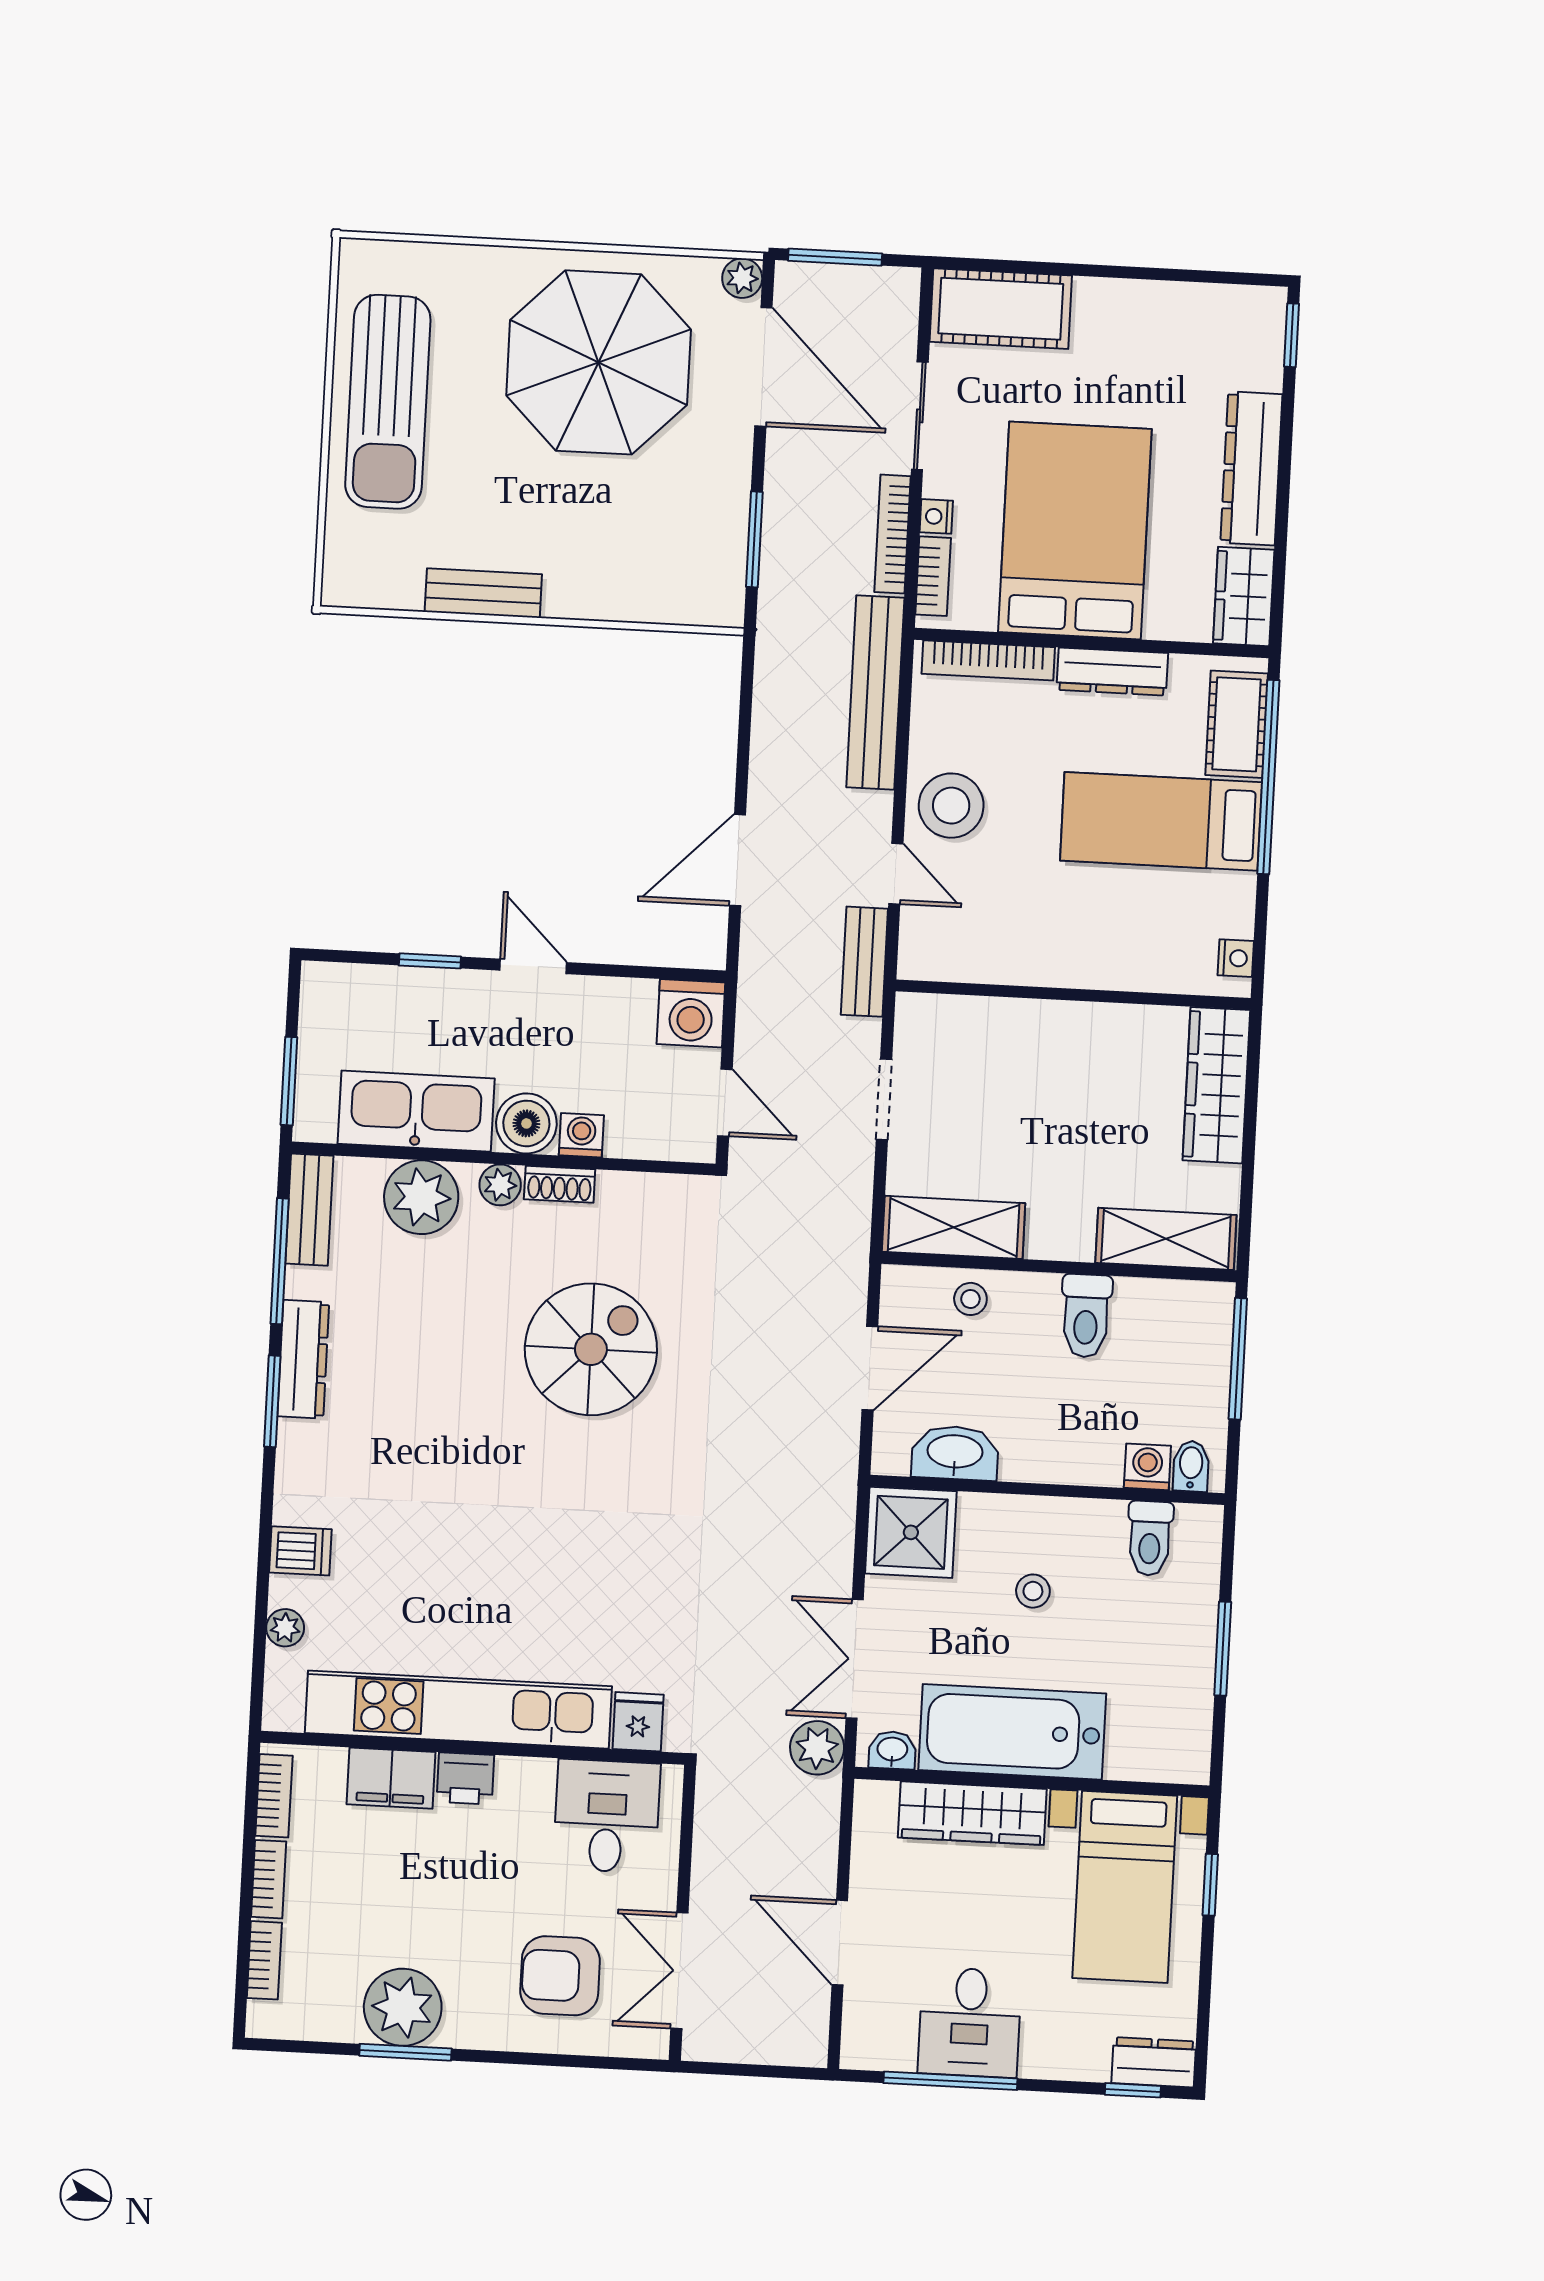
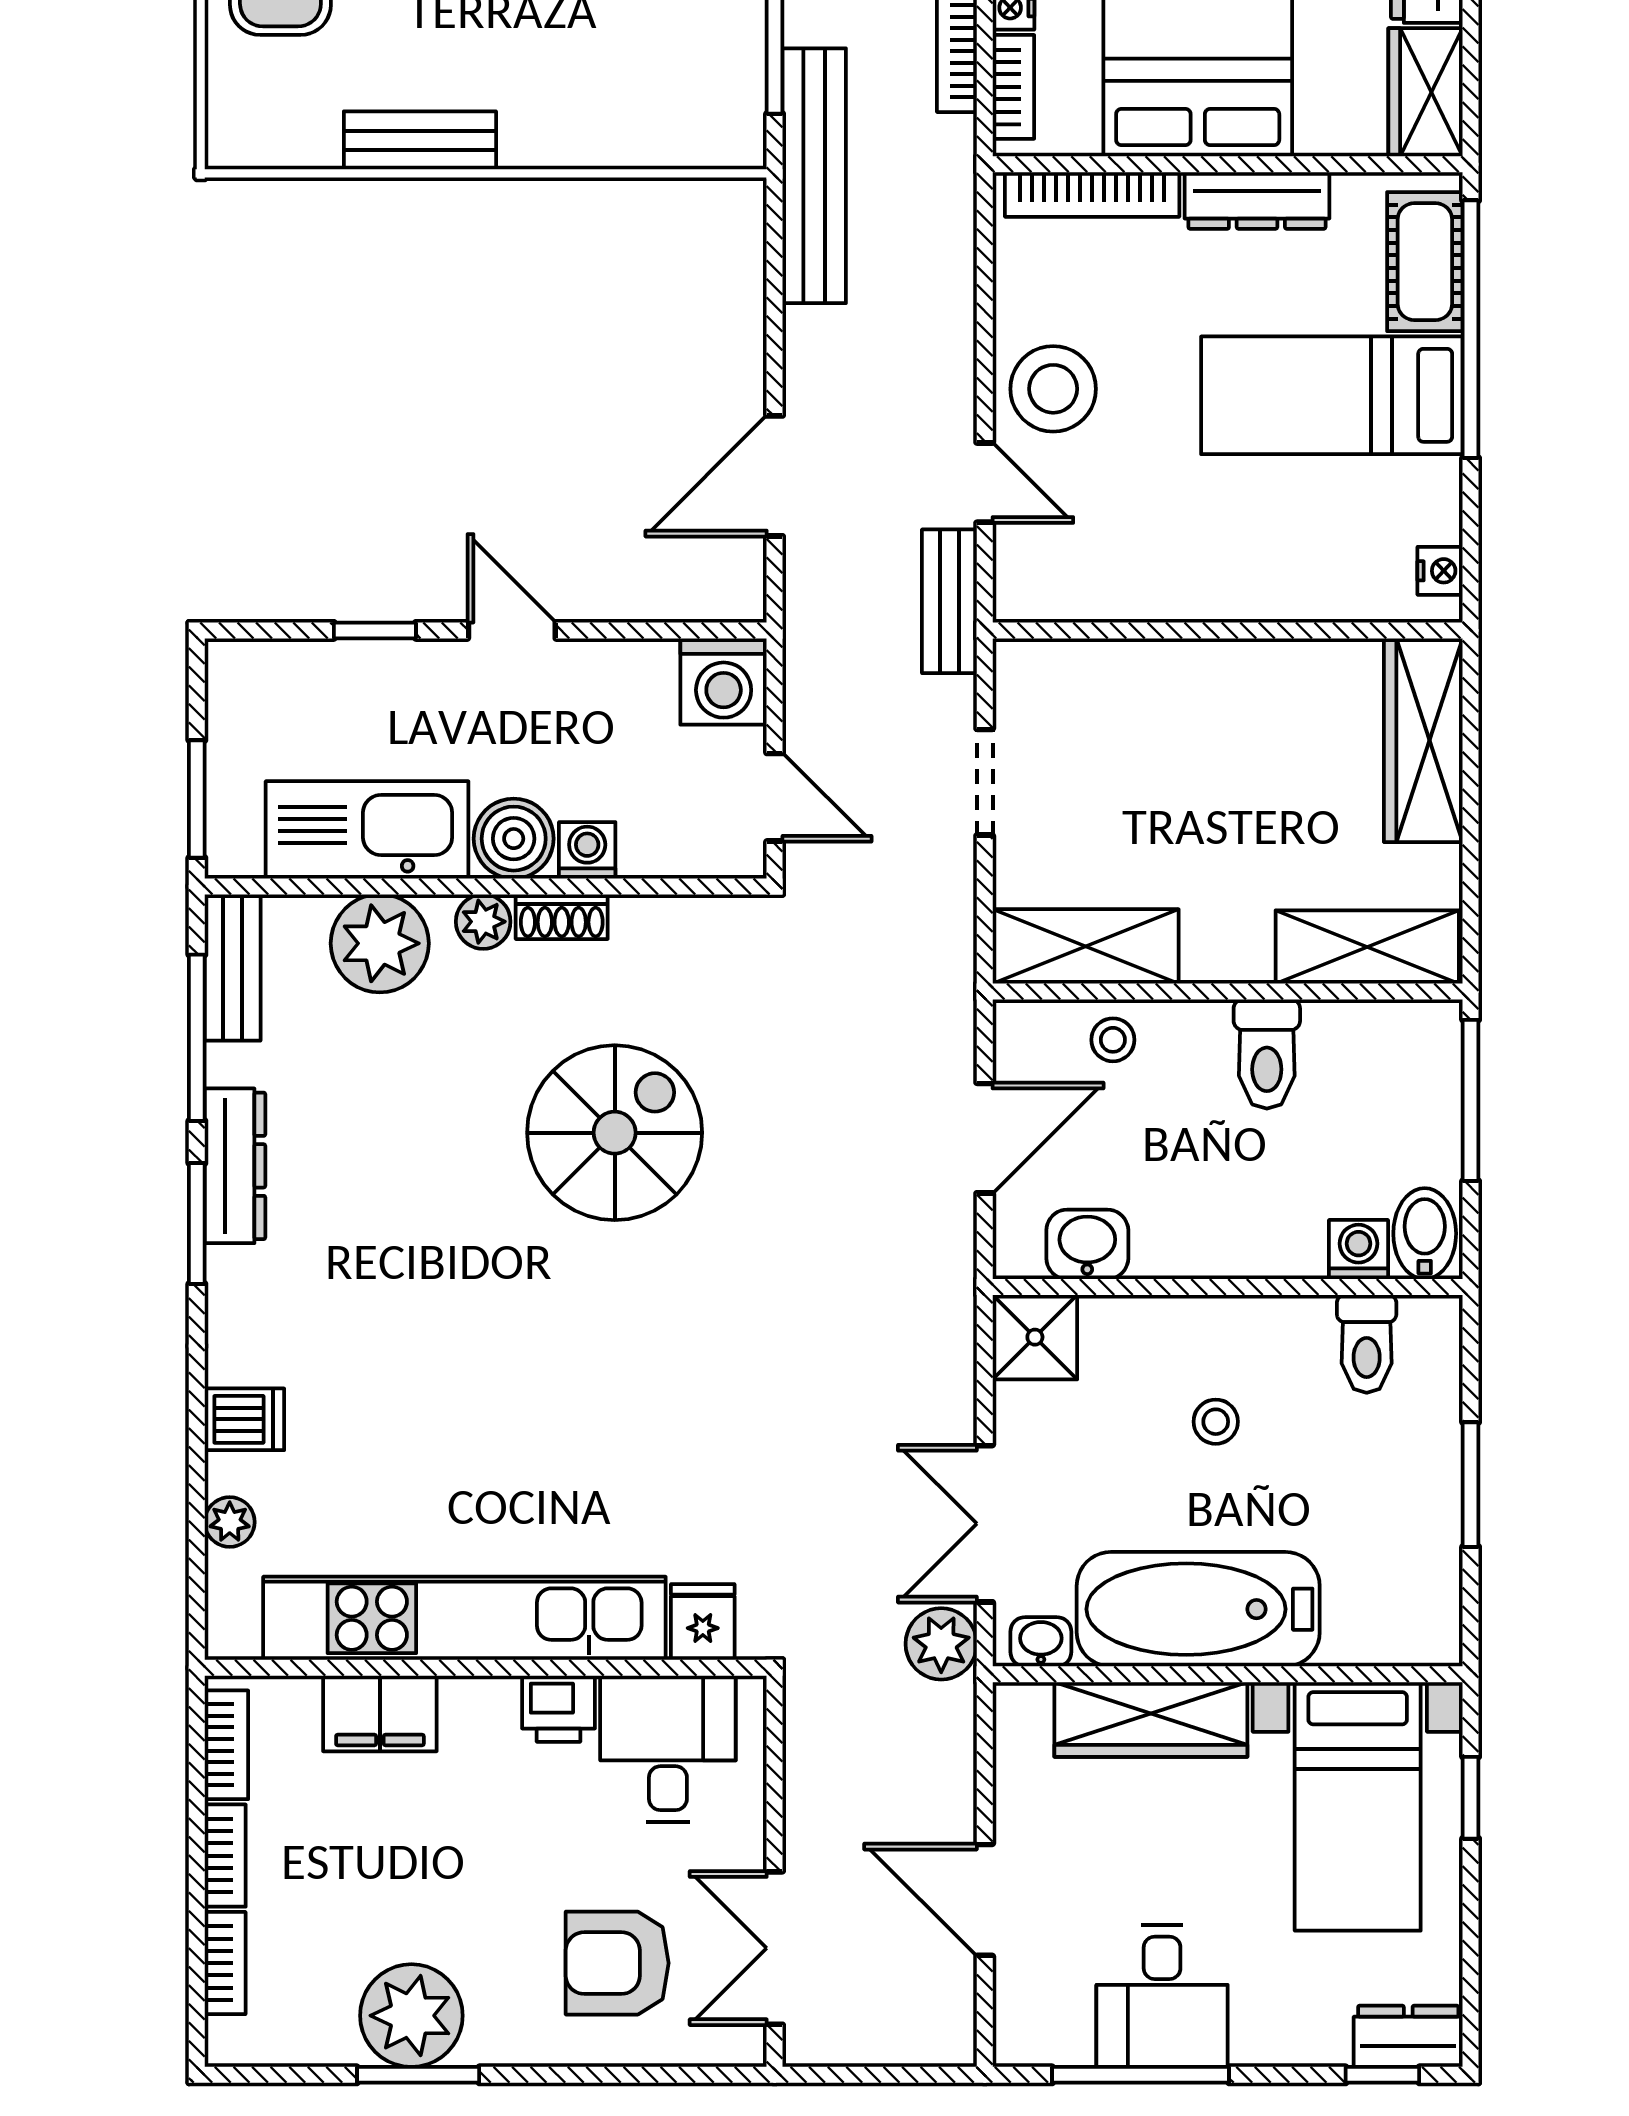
bench: (875, 693) -> (814, 176), moved
washbasin: (955, 1453) -> (1087, 1244), width x0.72
bidet: (1191, 1466) -> (1425, 1234), width x1.38, depth x1.36
shower: (911, 1532) -> (1035, 1337), width x0.73, depth x0.73
printer: (465, 1778) -> (558, 1709), moved

